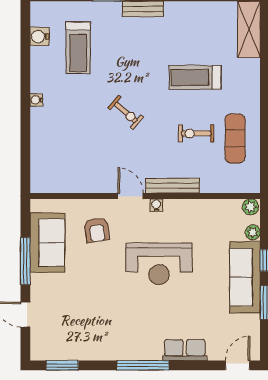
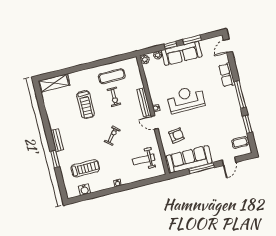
weight bench: (68, 159) -> (143, 160), added
door: (131, 196) -> (155, 122), hinge flipped
sofa: (47, 243) -> (189, 159), width x1.36
reception desk: (159, 264) -> (186, 99), turned -90
coffee table: (55, 343) -> (240, 143), added
window: (62, 365) -> (247, 124), moved
door: (238, 365) -> (228, 46), hinge flipped

